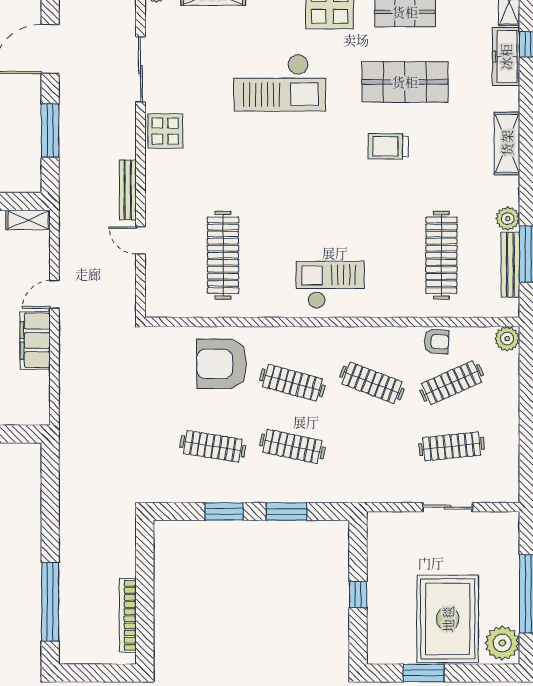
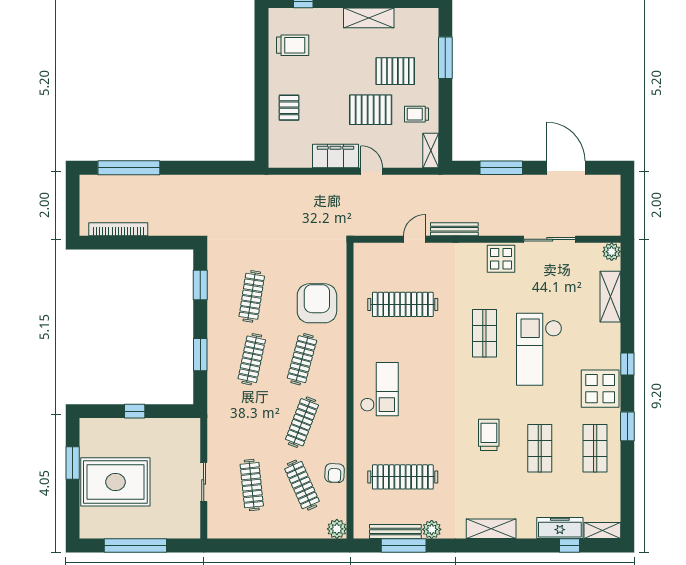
shop shelf: (405, 82) -> (540, 448), width x0.70, depth x0.74
shop shelf: (259, 152) -> (484, 333), added
window: (224, 511) -> (200, 285), moved
plant: (502, 643) -> (96, 525), removed

